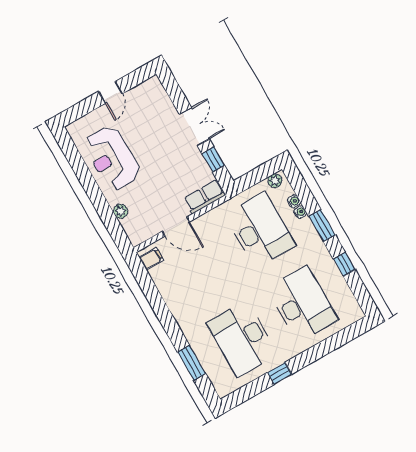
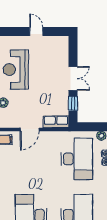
door: (110, 92) -> (36, 31), swing flipped
door: (176, 227) -> (30, 129), hinge flipped

